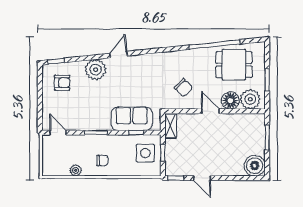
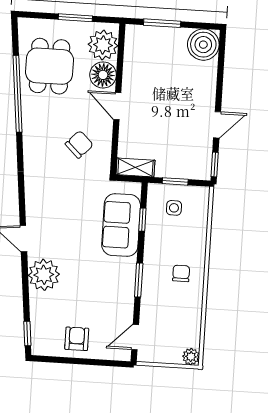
armchair: (62, 83) -> (77, 339), moved
door: (210, 111) -> (117, 106), hinge flipped
side table: (145, 153) -> (174, 208), width x0.54, depth x0.54
plant: (76, 170) -> (191, 357), moved

